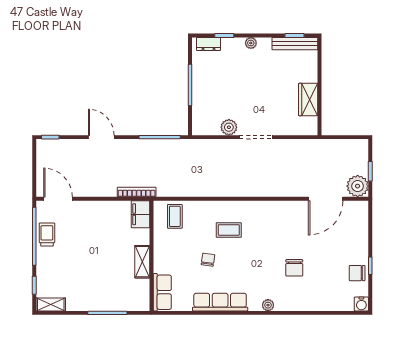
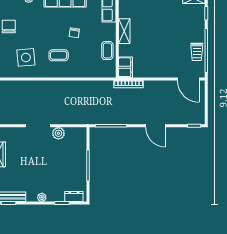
coffee table: (175, 216) -> (107, 51), moved
side table: (272, 227) -> (26, 57), added

